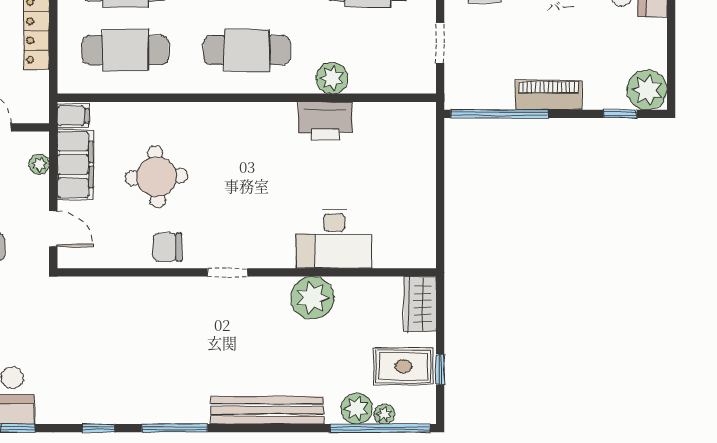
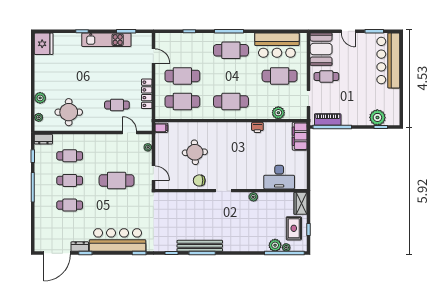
plant: (332, 78) -> (278, 113), moved
plant: (647, 90) -> (377, 117), moved
piano: (549, 95) -> (328, 120), moved
printer: (325, 121) -> (257, 127), width x0.53, depth x0.68
filing cabinet: (75, 165) -> (300, 136), moved, turned 180
desk: (334, 239) -> (279, 177), moved
plant: (312, 298) -> (253, 197), width x0.53, depth x0.53
rug: (403, 366) -> (294, 228), turned 90
bench: (267, 410) -> (200, 246), moved

